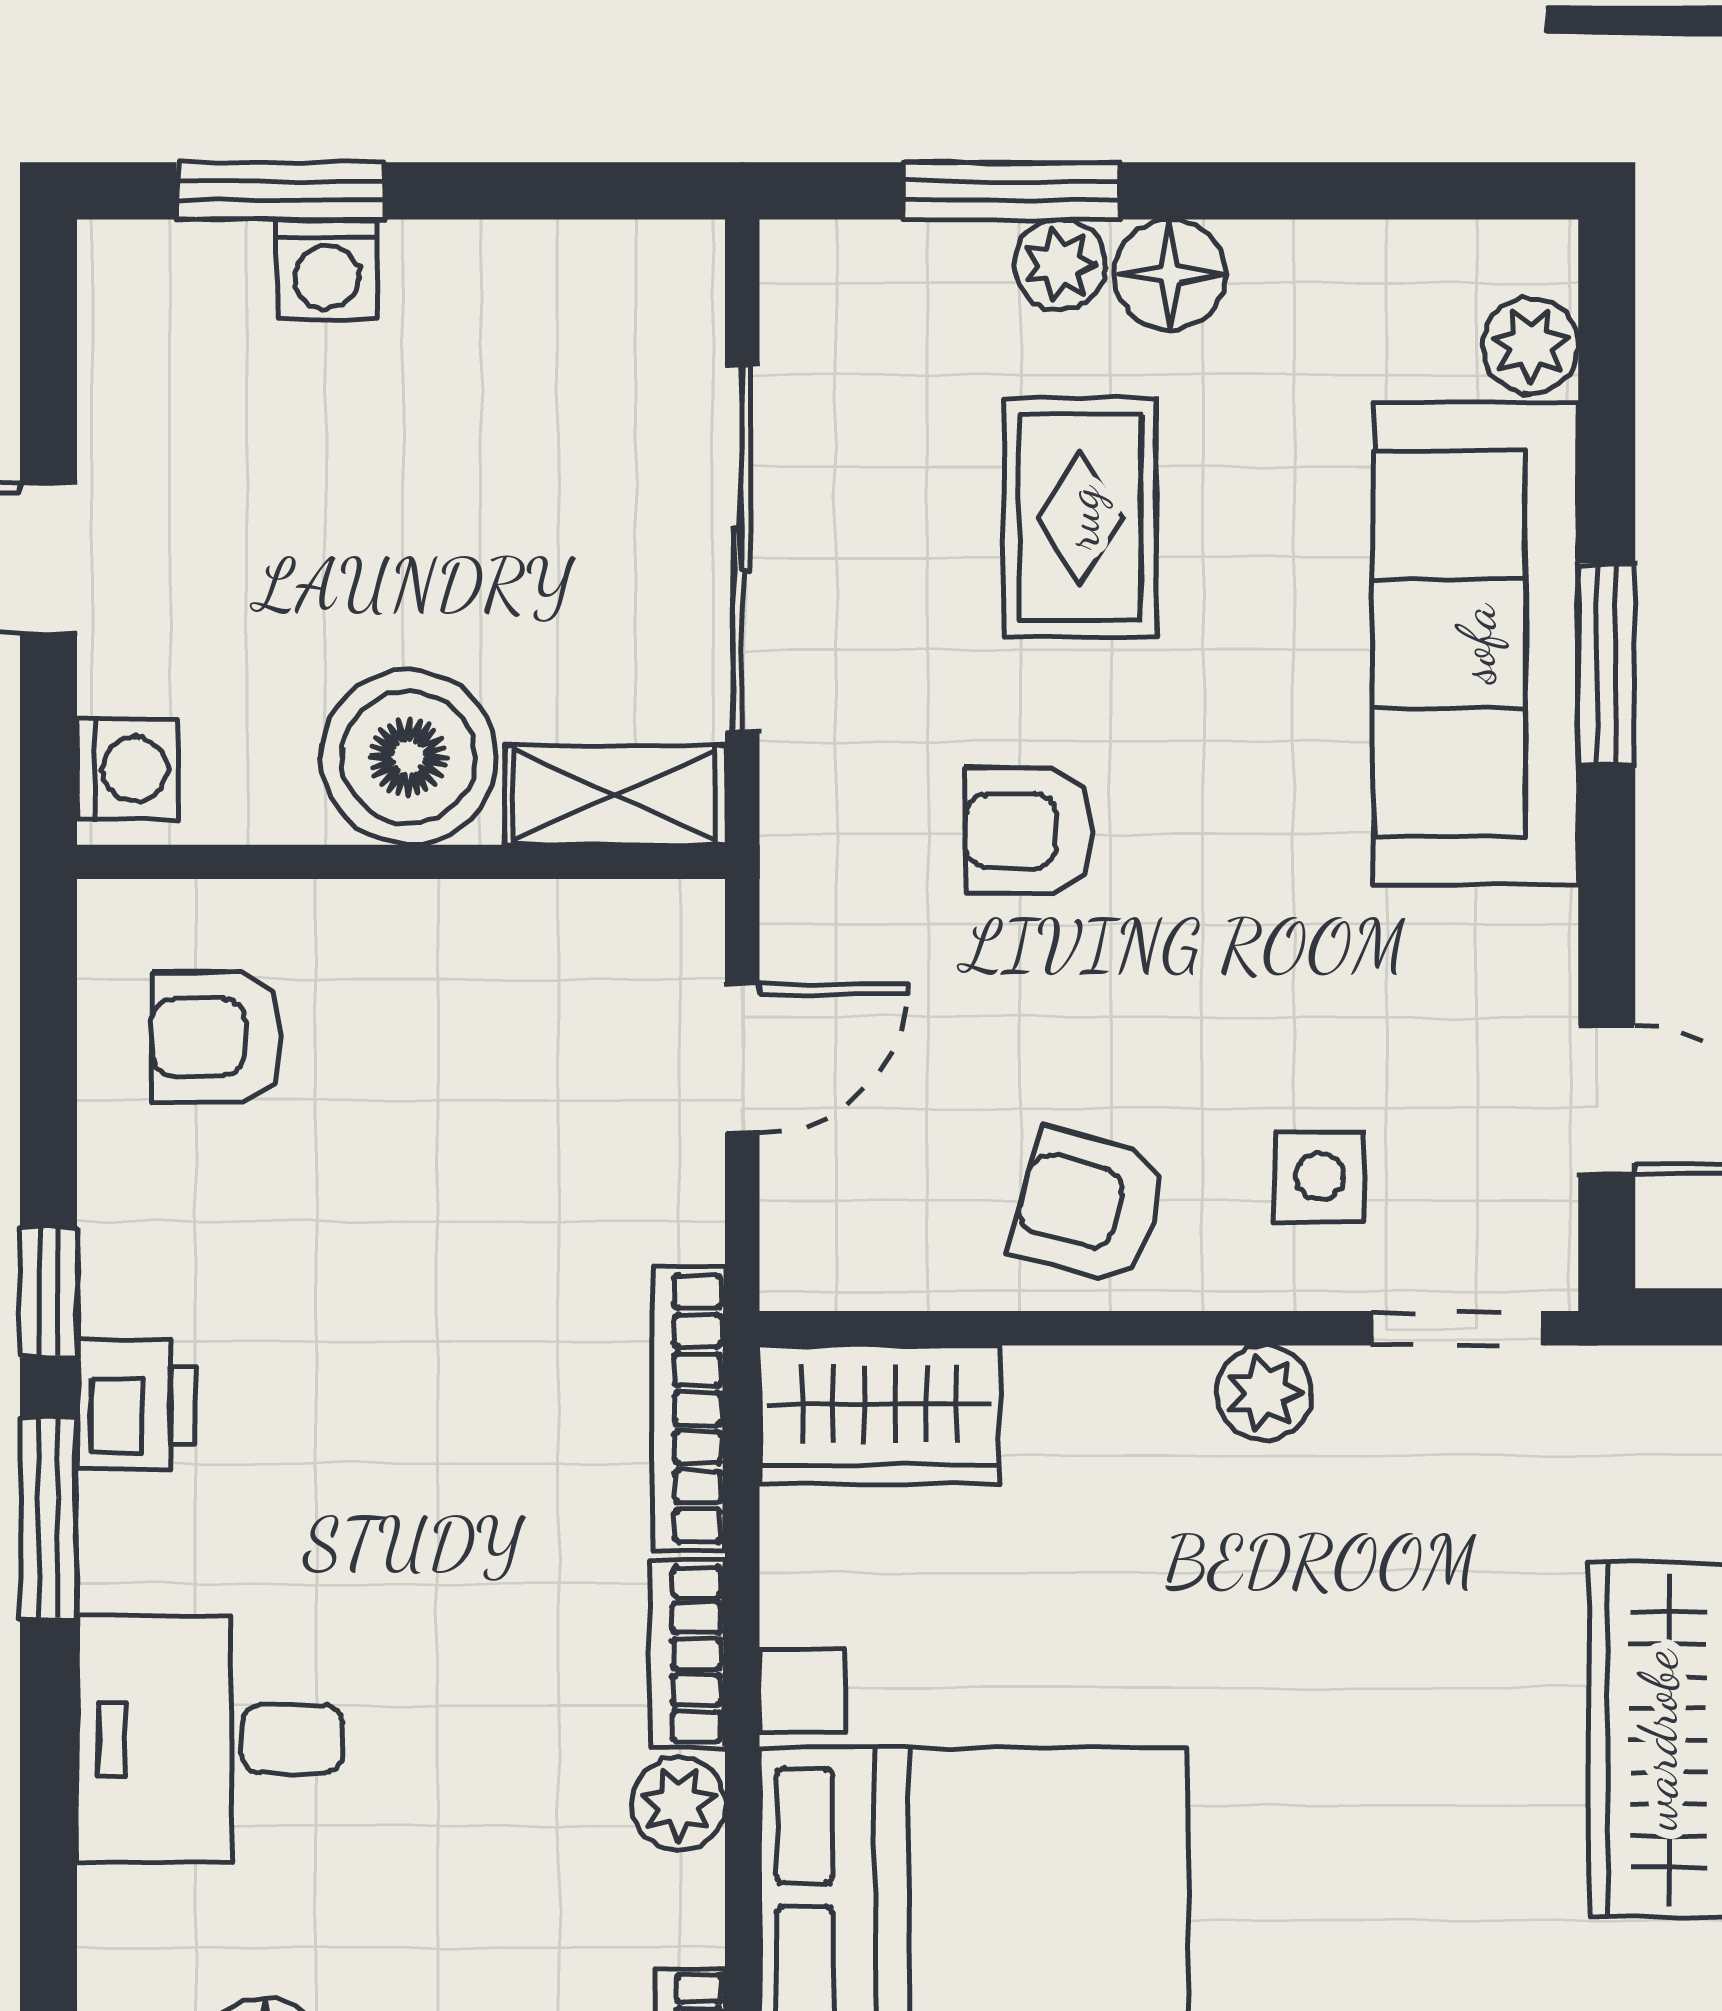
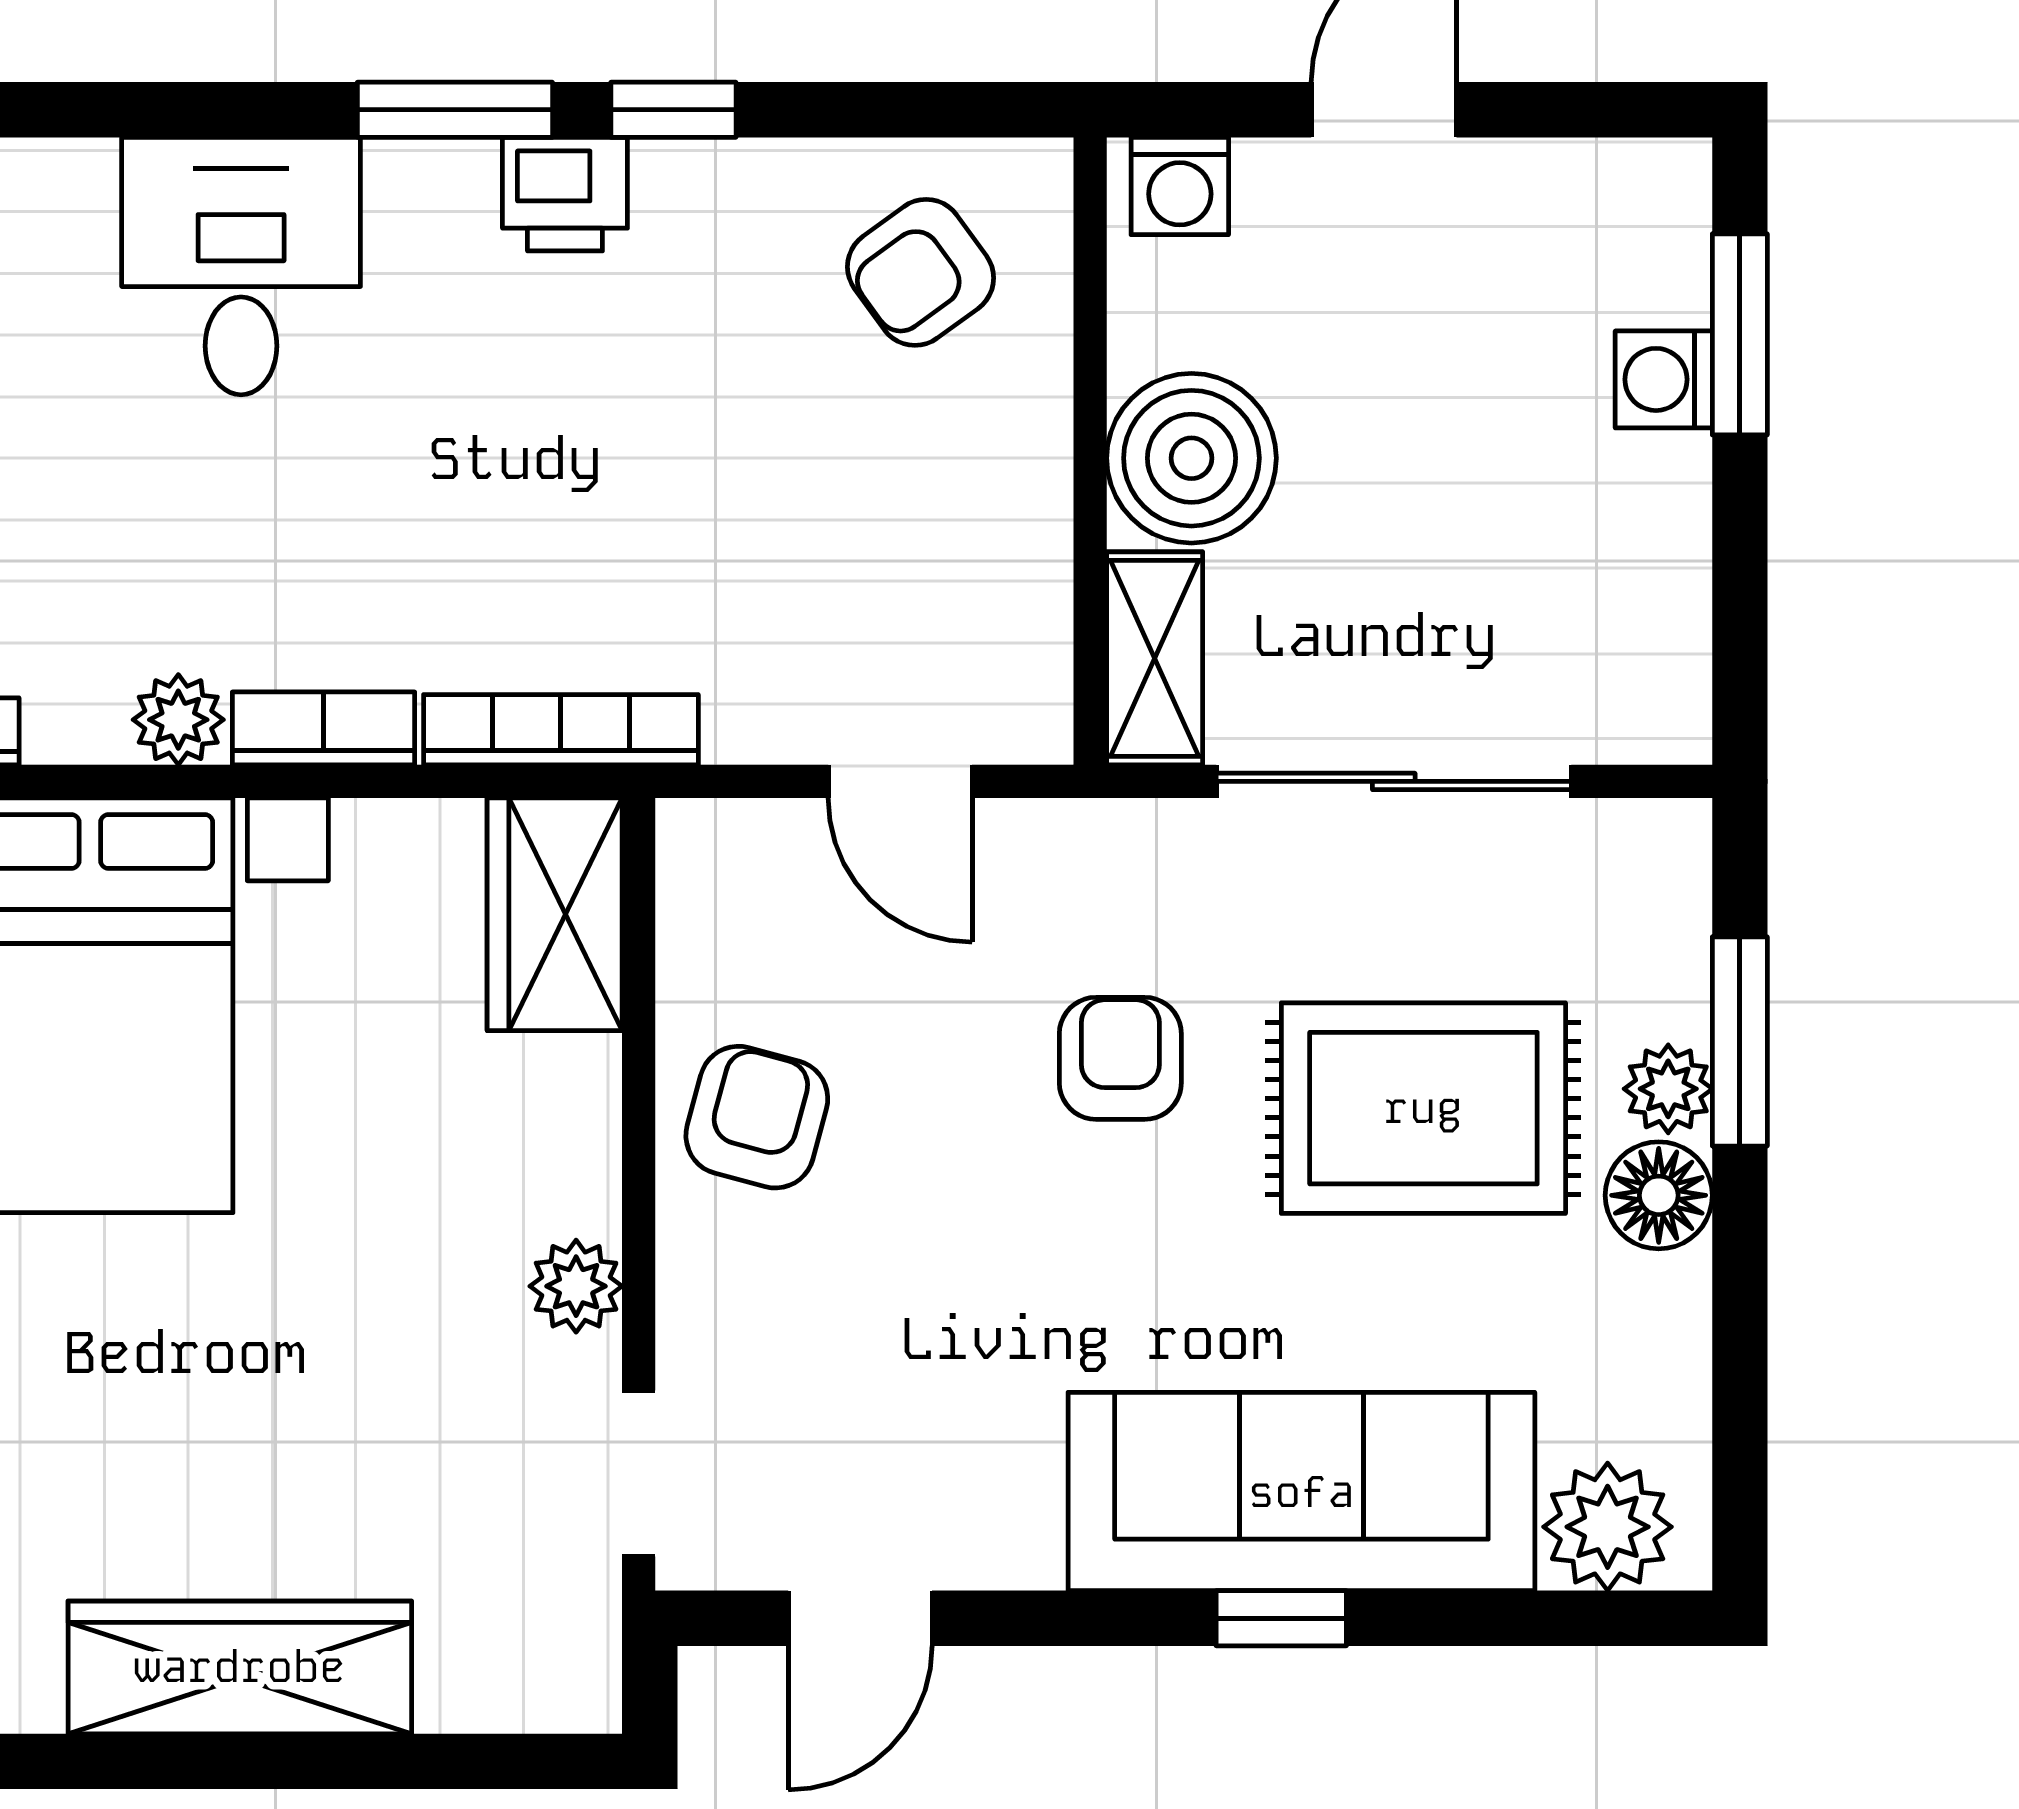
plant: (1530, 346) -> (1608, 1527), width x1.38, depth x1.38
rug: (1080, 518) -> (1423, 1108), width x1.36, depth x1.43
window: (1607, 665) -> (1281, 1618), width x0.67
armchair: (216, 1037) -> (921, 272), turned -126
side table: (1319, 1177) -> (785, 1340), removed

